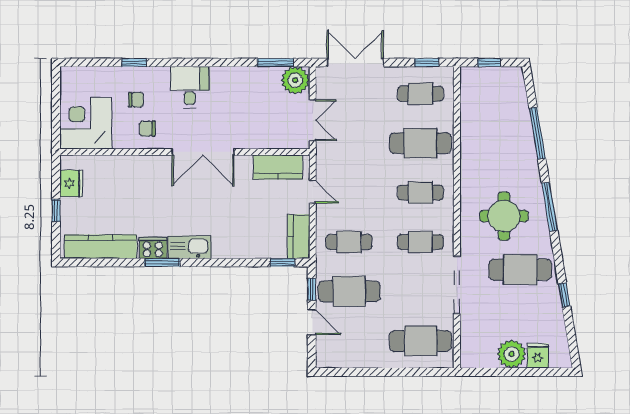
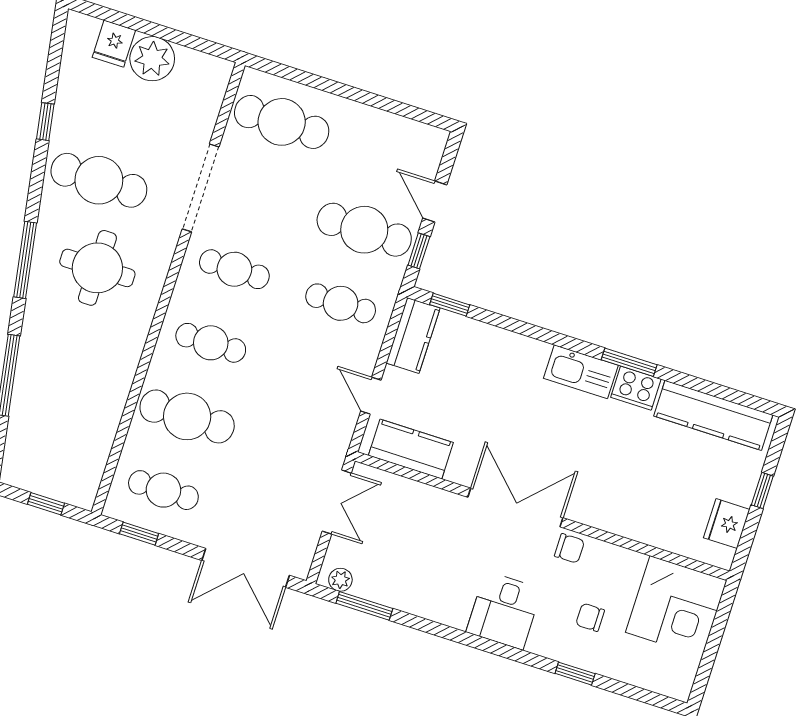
plant: (295, 80) -> (340, 580), width x0.53, depth x0.53
double door: (313, 120) -> (337, 502), swing flipped
chair: (147, 129) -> (569, 548), moved

